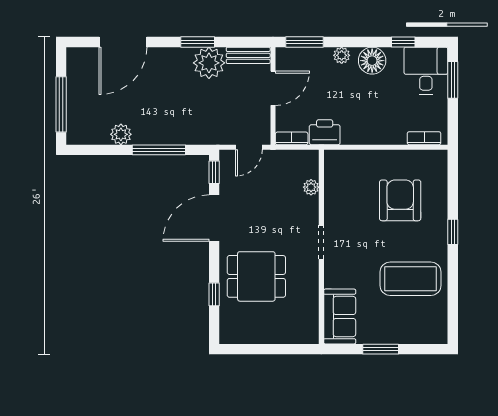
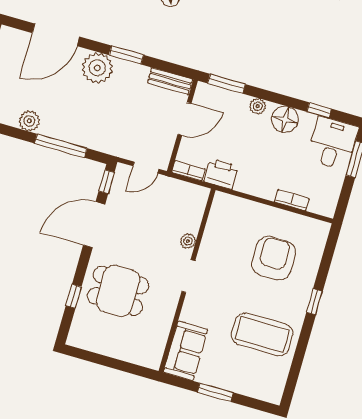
plant: (209, 63) -> (97, 68), moved
bookcase: (424, 138) -> (292, 200), moved
plant: (311, 187) -> (188, 241), moved

